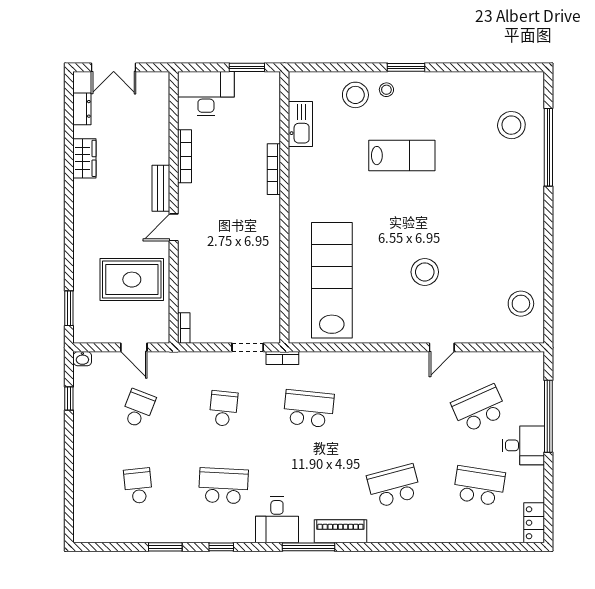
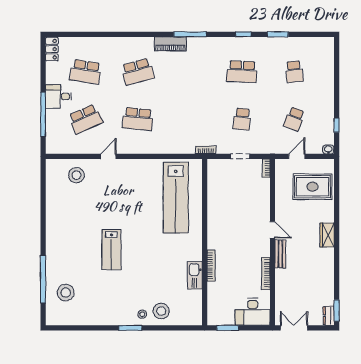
double door: (114, 67) -> (294, 328), moved
dresser: (82, 109) -> (329, 316), moved
kitchen sink: (300, 124) -> (195, 275), moved
lab bench: (402, 156) -> (111, 250), moved, turned -90
wardrobe: (84, 158) -> (327, 235), moved
door: (174, 227) -> (272, 230), hinge flipped
stool: (425, 272) -> (119, 203), removed
rug: (132, 280) -> (313, 187), moved
stool: (521, 304) -> (76, 175), moved
window: (69, 308) -> (337, 310), moved
door: (134, 347) -> (297, 156), hinge flipped
doorway: (248, 347) -> (240, 156), moved
school desk: (309, 409) -> (138, 119), moved
desk: (277, 520) -> (209, 51), removed

